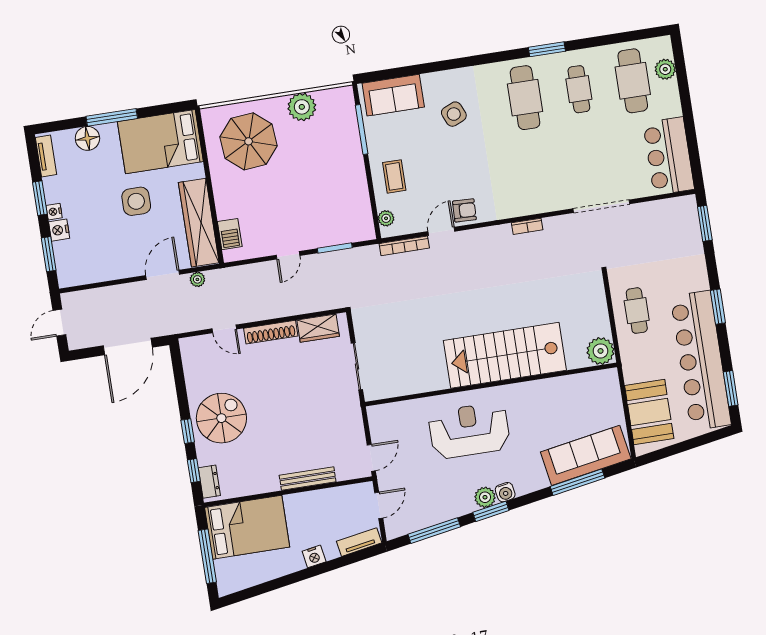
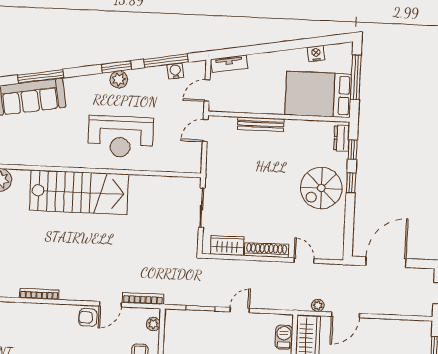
bookcase: (527, 226) -> (39, 294), width x1.56
water cooler: (505, 492) -> (175, 71), moved
nightstand: (314, 556) -> (316, 53), moved

